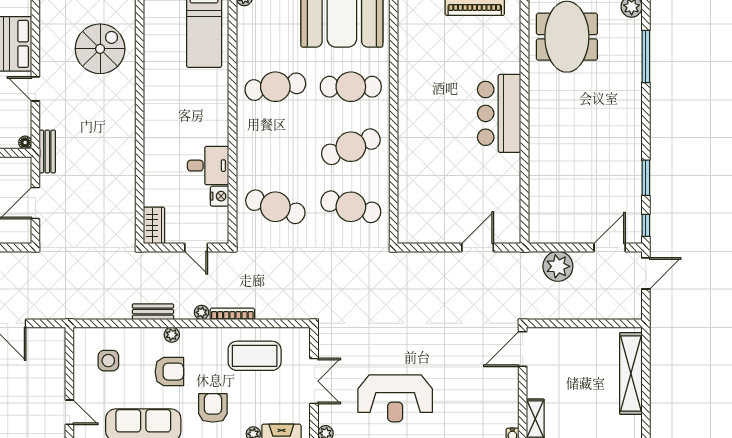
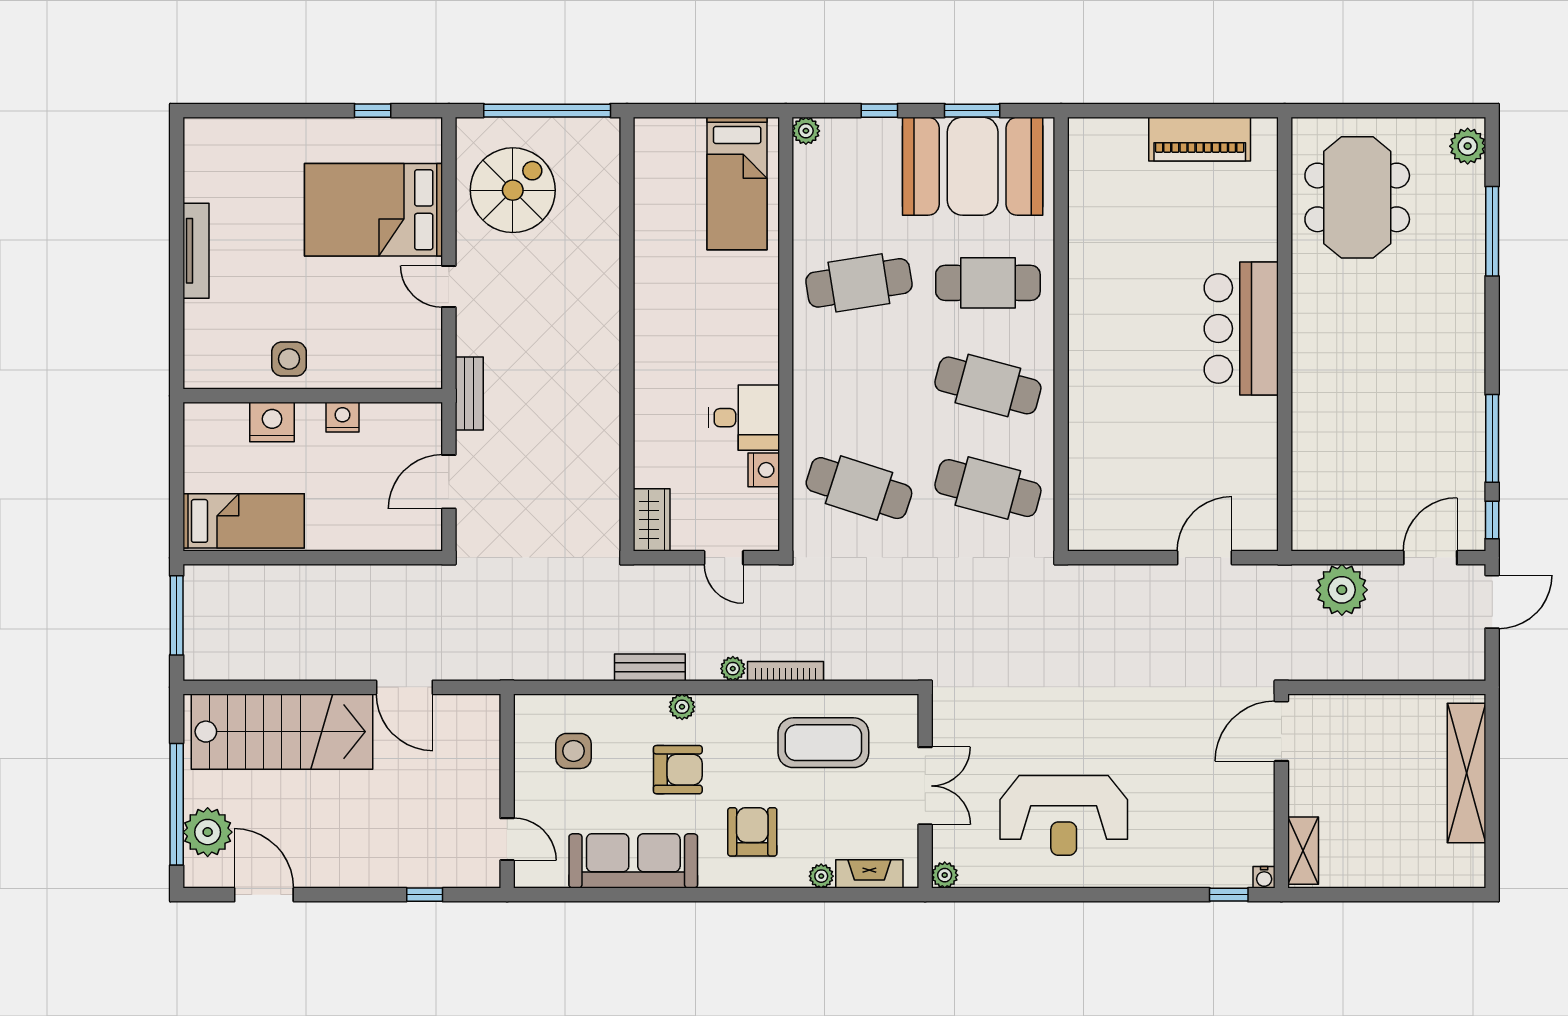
spiral stairs: (100, 49) -> (513, 190), moved
floor lamp: (25, 143) -> (431, 378), removed
cafe table: (351, 147) -> (988, 385), turned 36
window: (646, 178) -> (1492, 438), width x1.44

